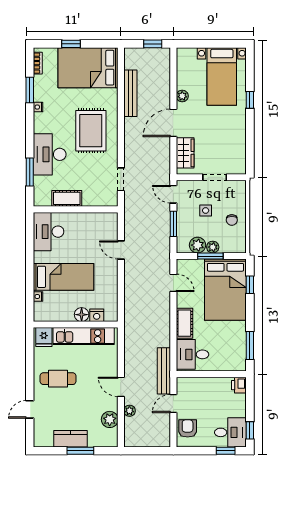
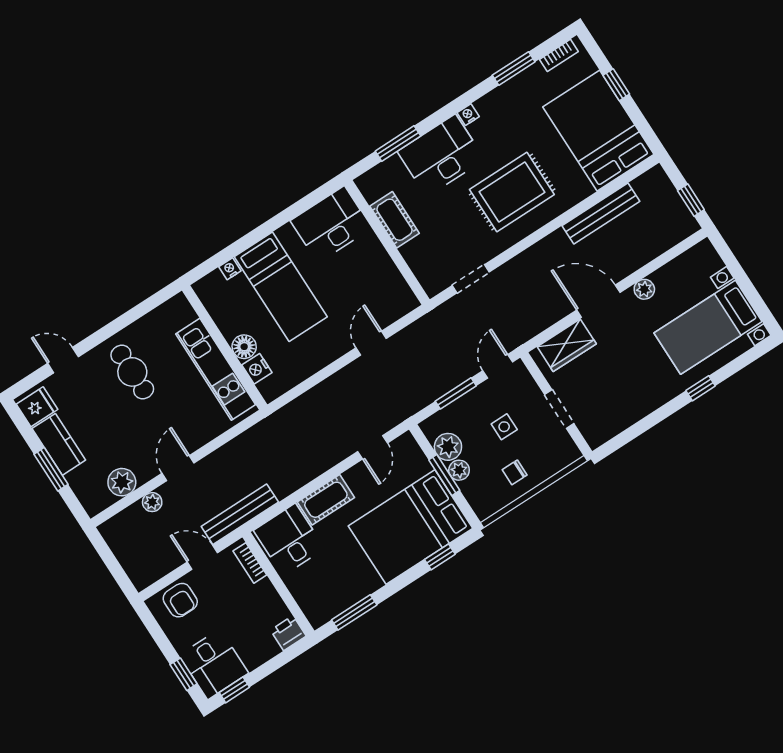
nightstand: (38, 107) -> (468, 115), moved
fridge: (44, 337) -> (37, 407), moved, turned 180
bookcase: (191, 382) -> (250, 563), added
armchair: (188, 428) -> (180, 600), turned 90

